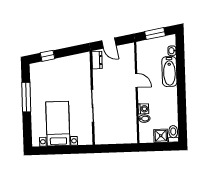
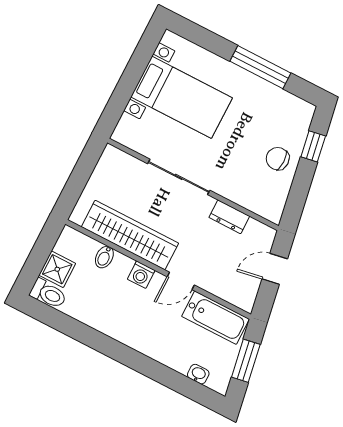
dresser: (97, 60) -> (229, 217), moved
chair: (61, 68) -> (278, 159), added
bathtub: (169, 71) -> (215, 318), moved, turned 180
washing machine: (143, 109) -> (141, 275), moved
wardrobe: (129, 113) -> (130, 235), added

